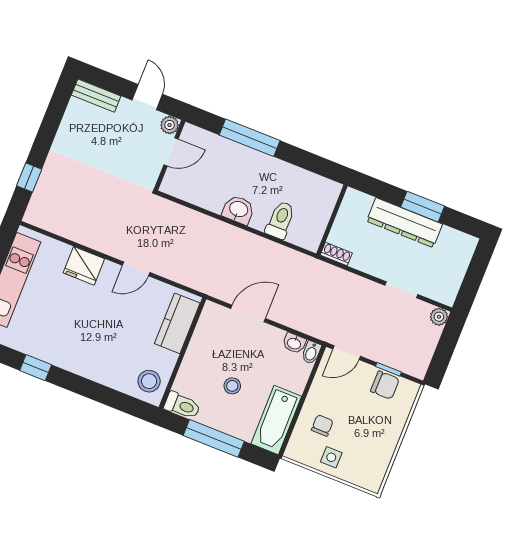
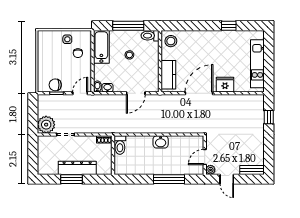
toilet: (280, 220) -> (120, 145), moved
door: (136, 269) -> (199, 93), width x1.87
plant: (439, 317) -> (46, 125), width x1.87, depth x1.87

